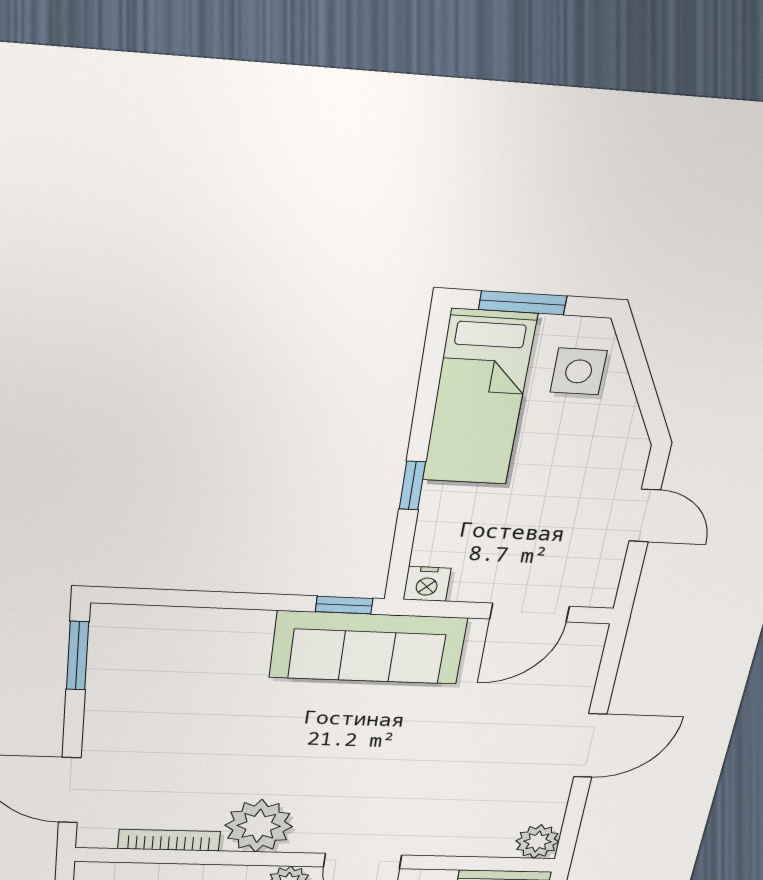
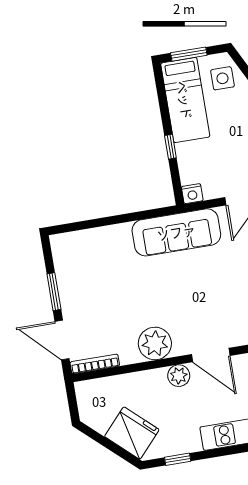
window: (344, 605) -> (159, 212), removed
window: (78, 656) -> (54, 292), moved
bookcase: (169, 840) -> (95, 364), moved

